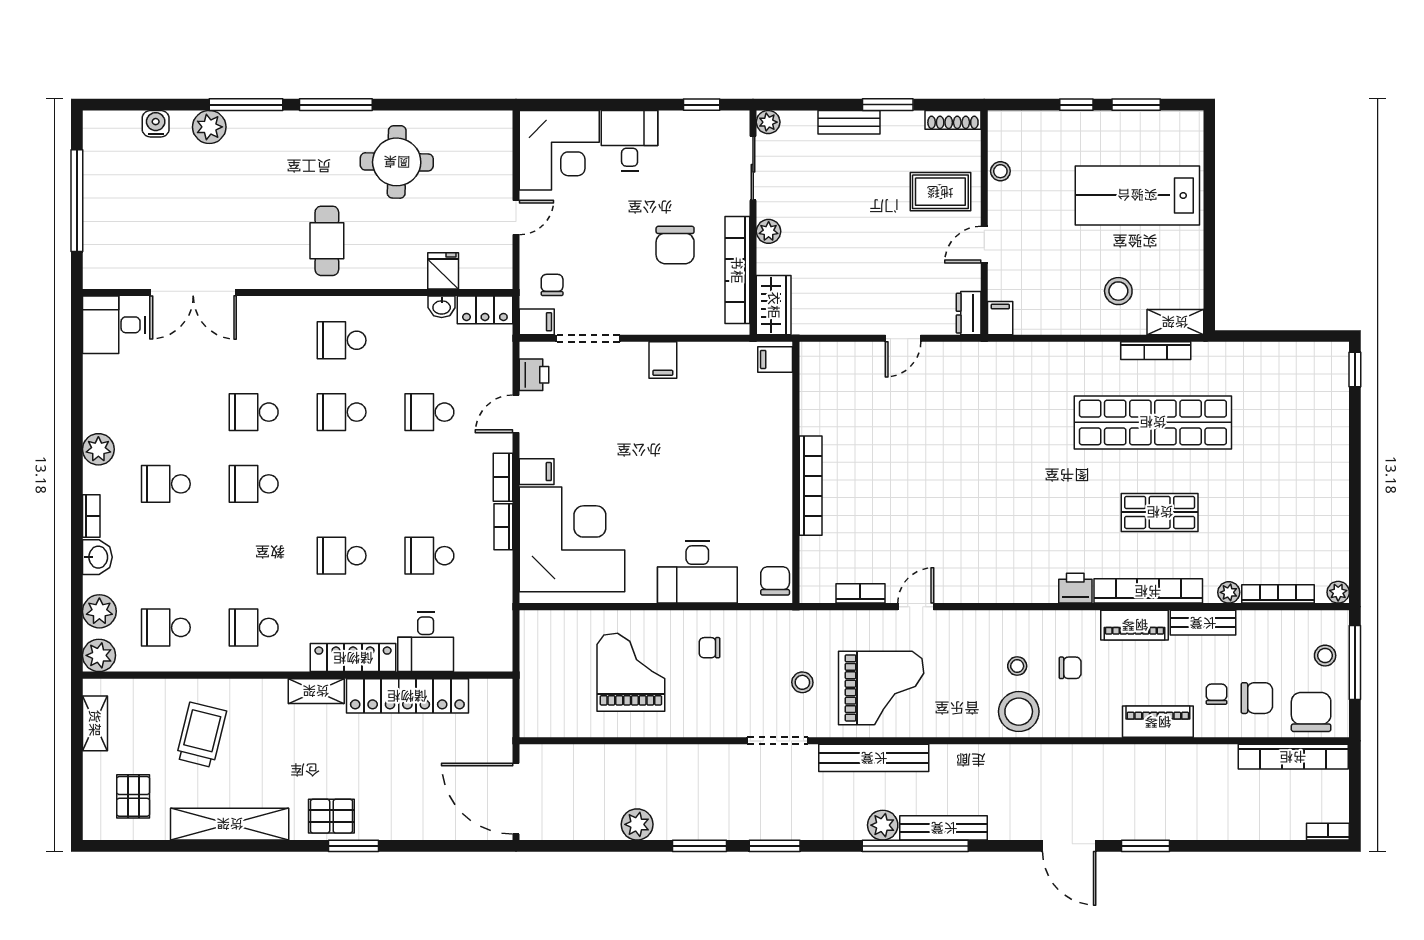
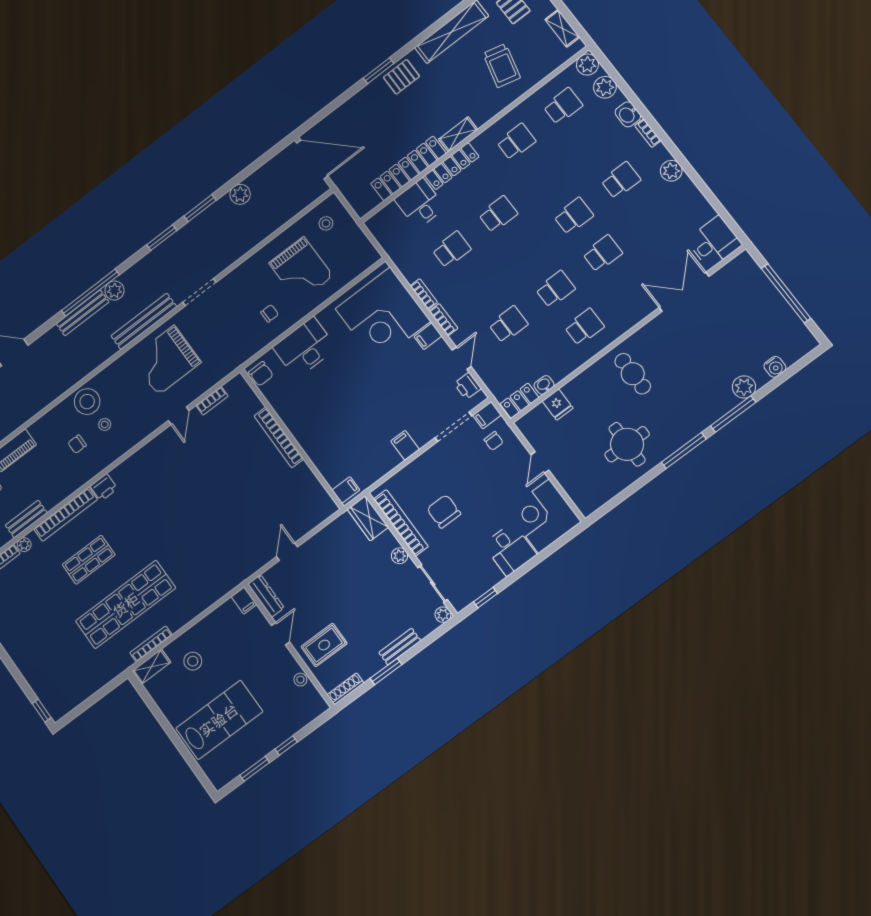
dresser: (969, 313) -> (266, 596), width x1.44
piano: (1135, 625) -> (60, 491), removed
stool: (802, 682) -> (326, 223), moved

